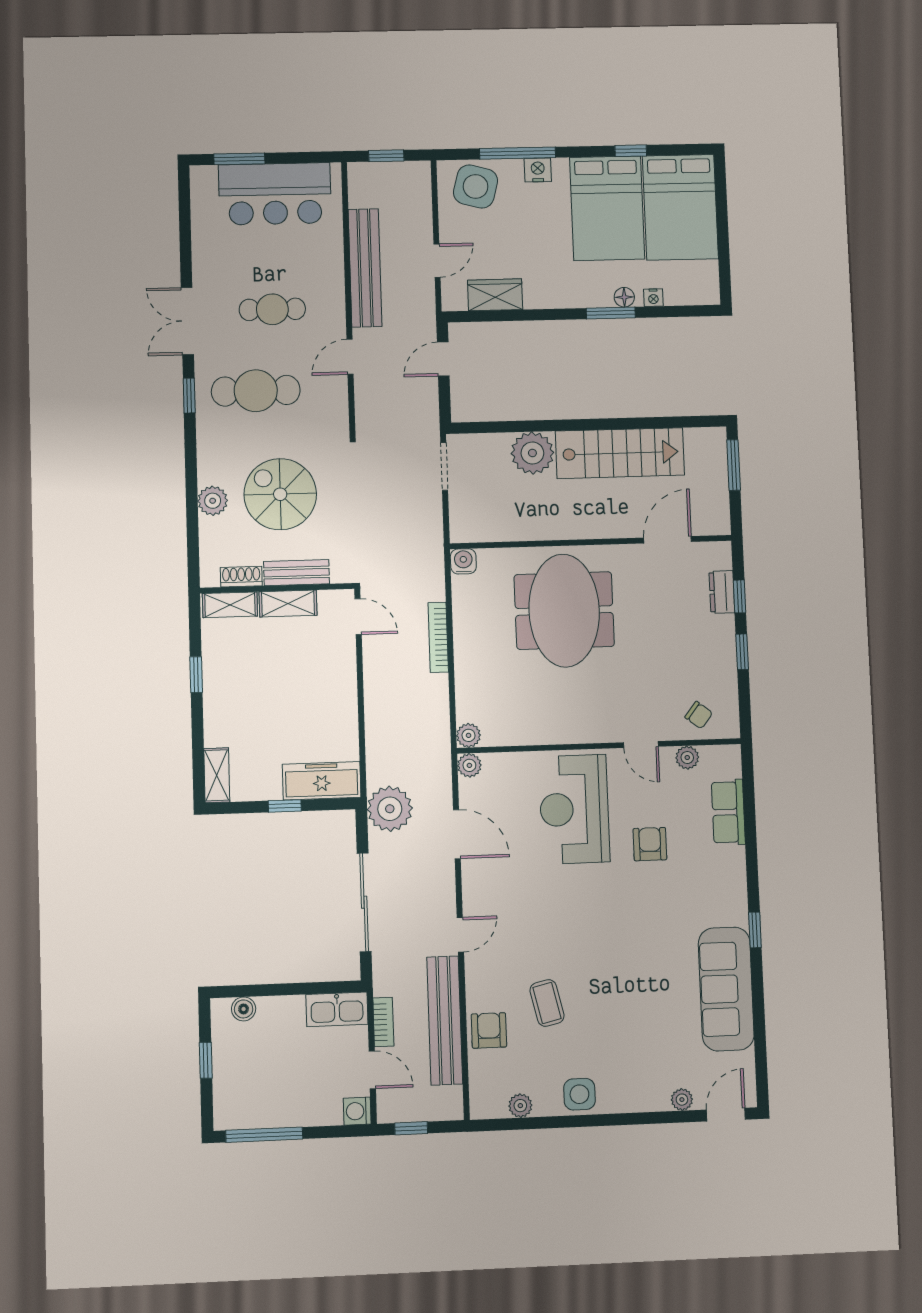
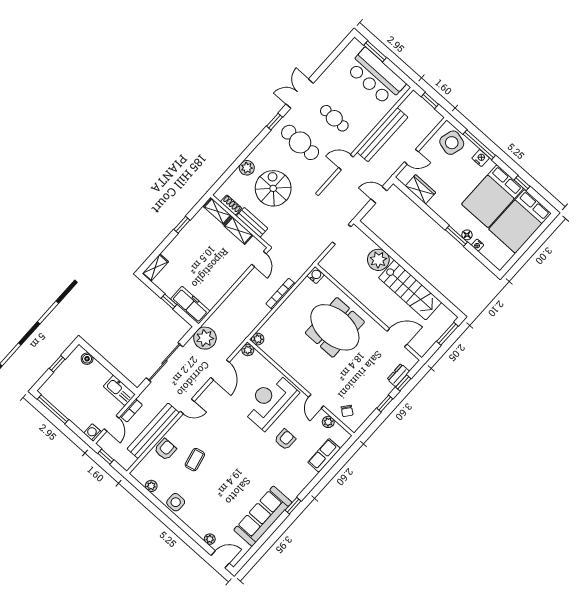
meeting table: (564, 611) -> (335, 327), turned 90

